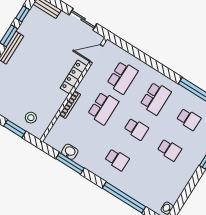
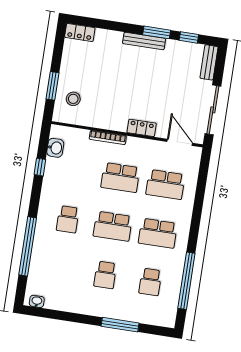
sliding door: (83, 19) -> (213, 110), width x1.37
locker: (74, 77) -> (142, 128), width x0.66
school desk: (136, 129) -> (113, 226), width x1.85
washbasin: (70, 152) -> (55, 148), moved
window: (70, 163) -> (40, 167), width x0.46

